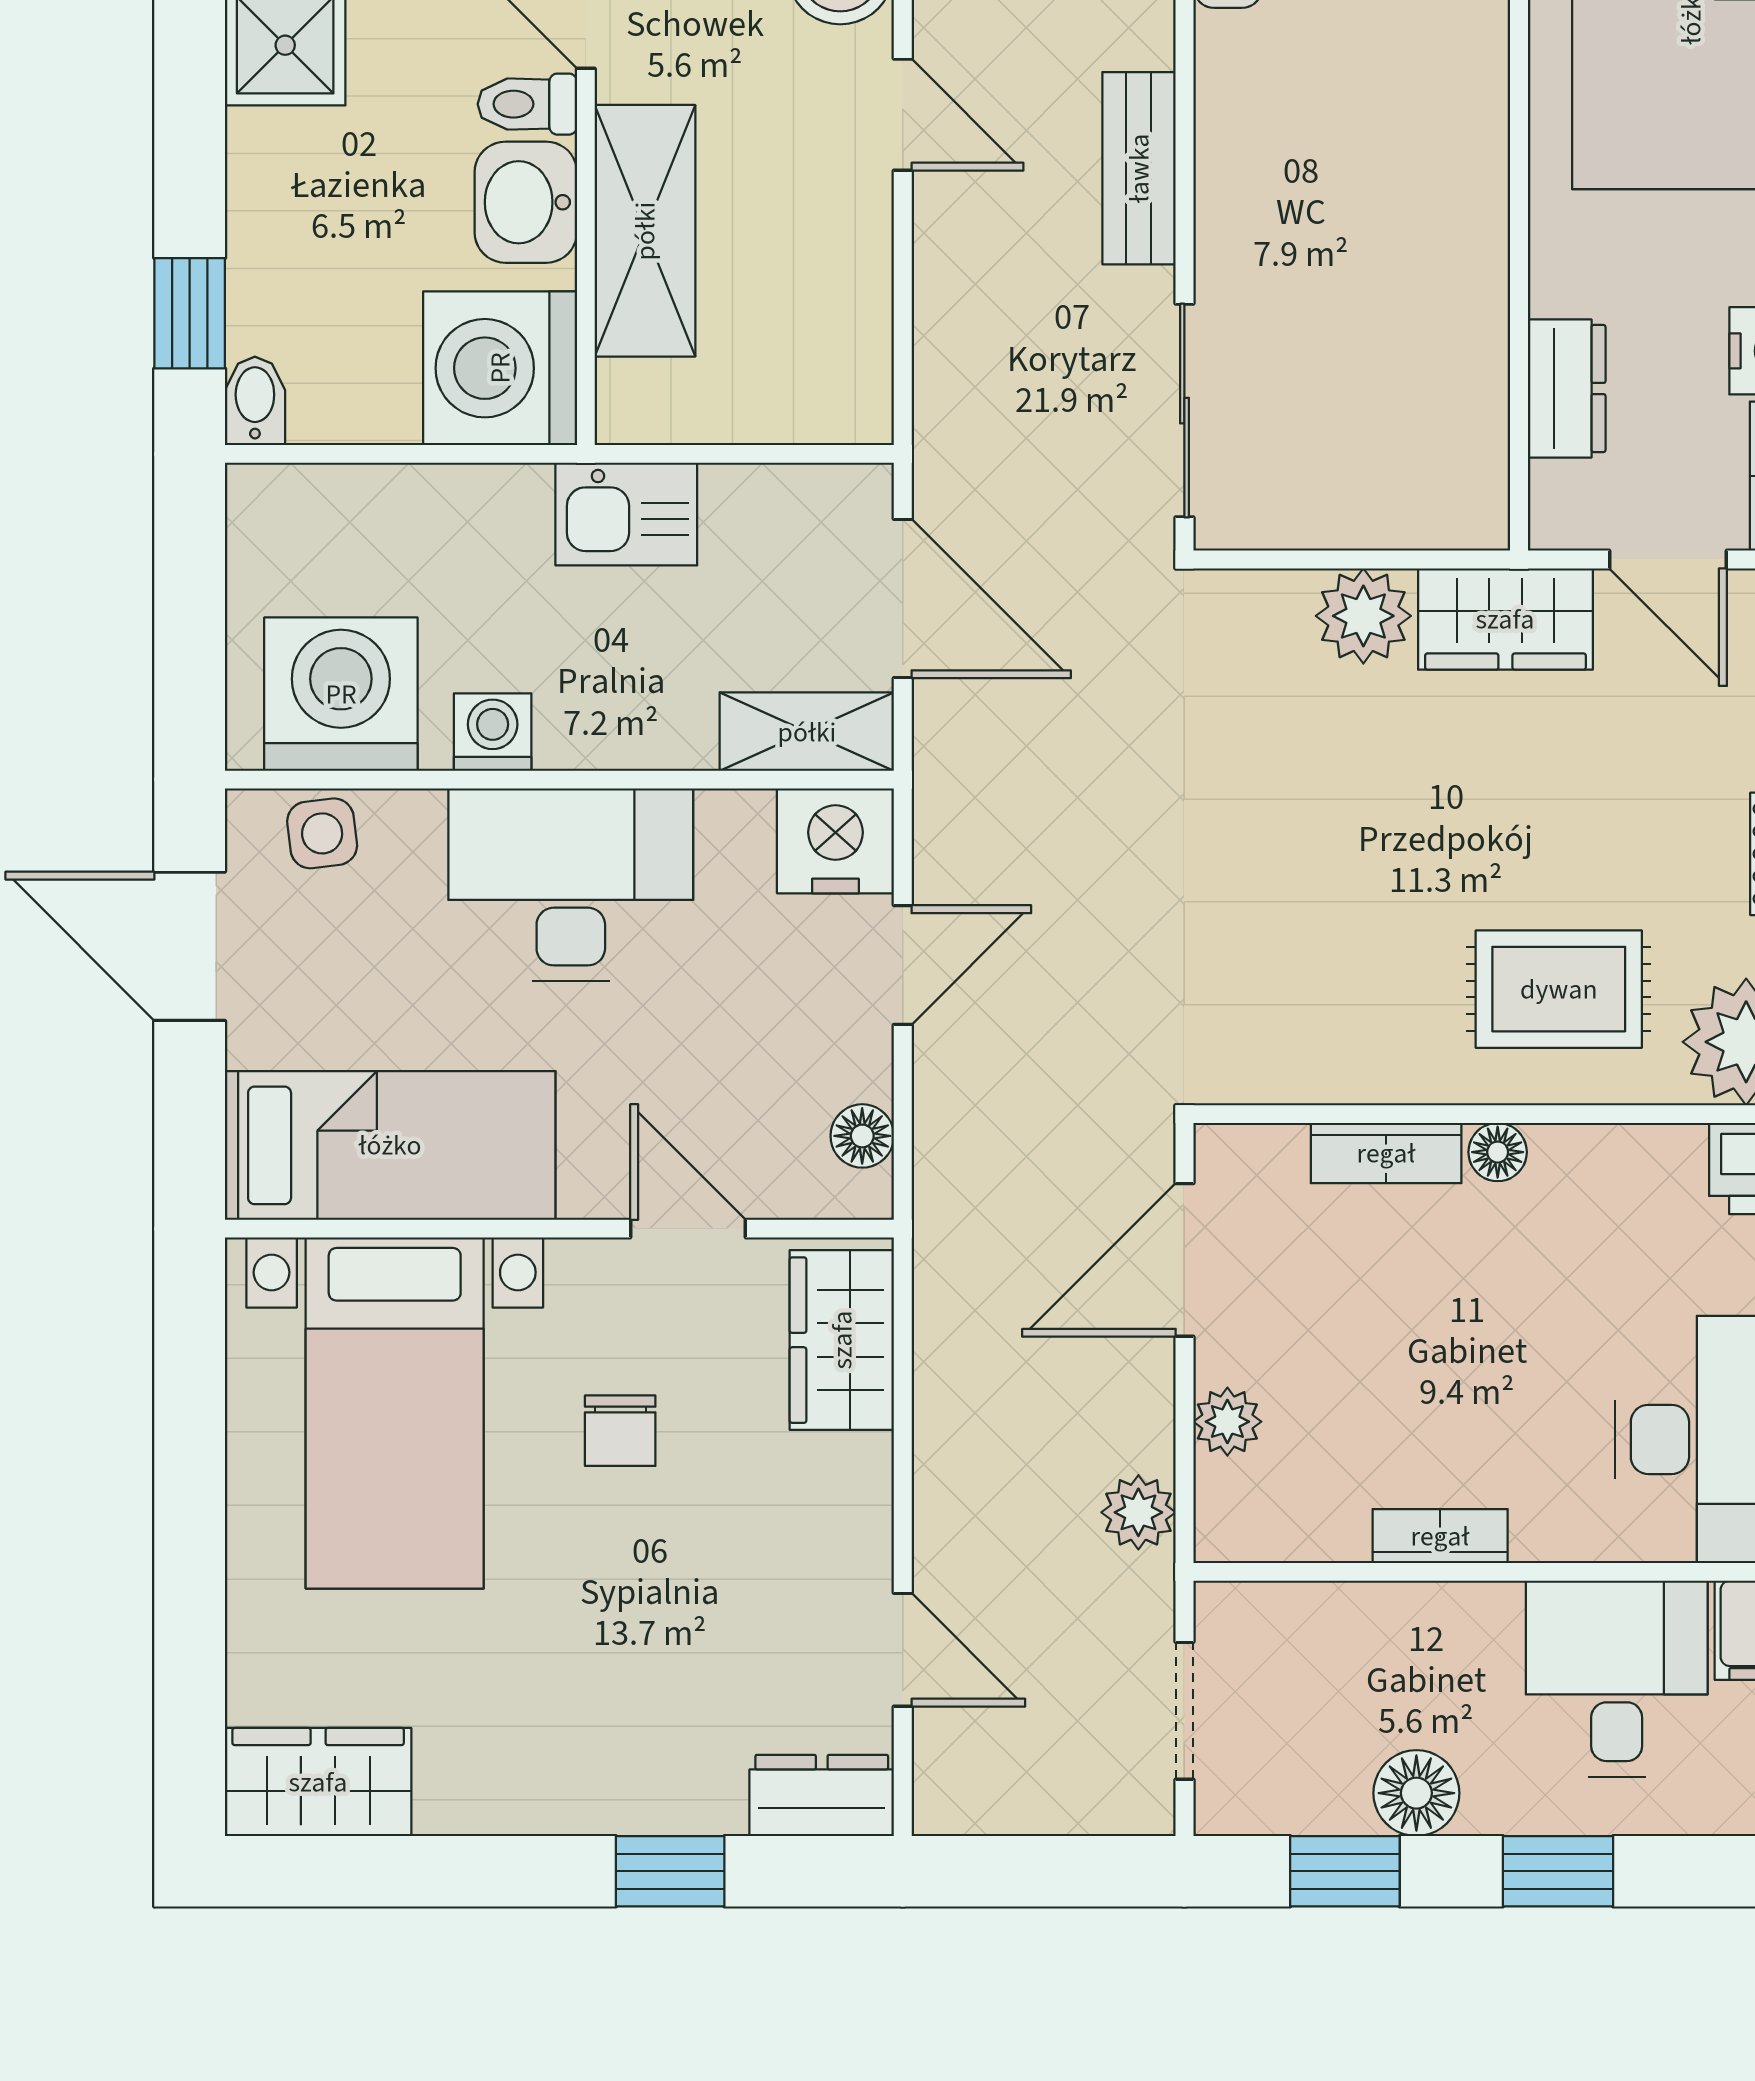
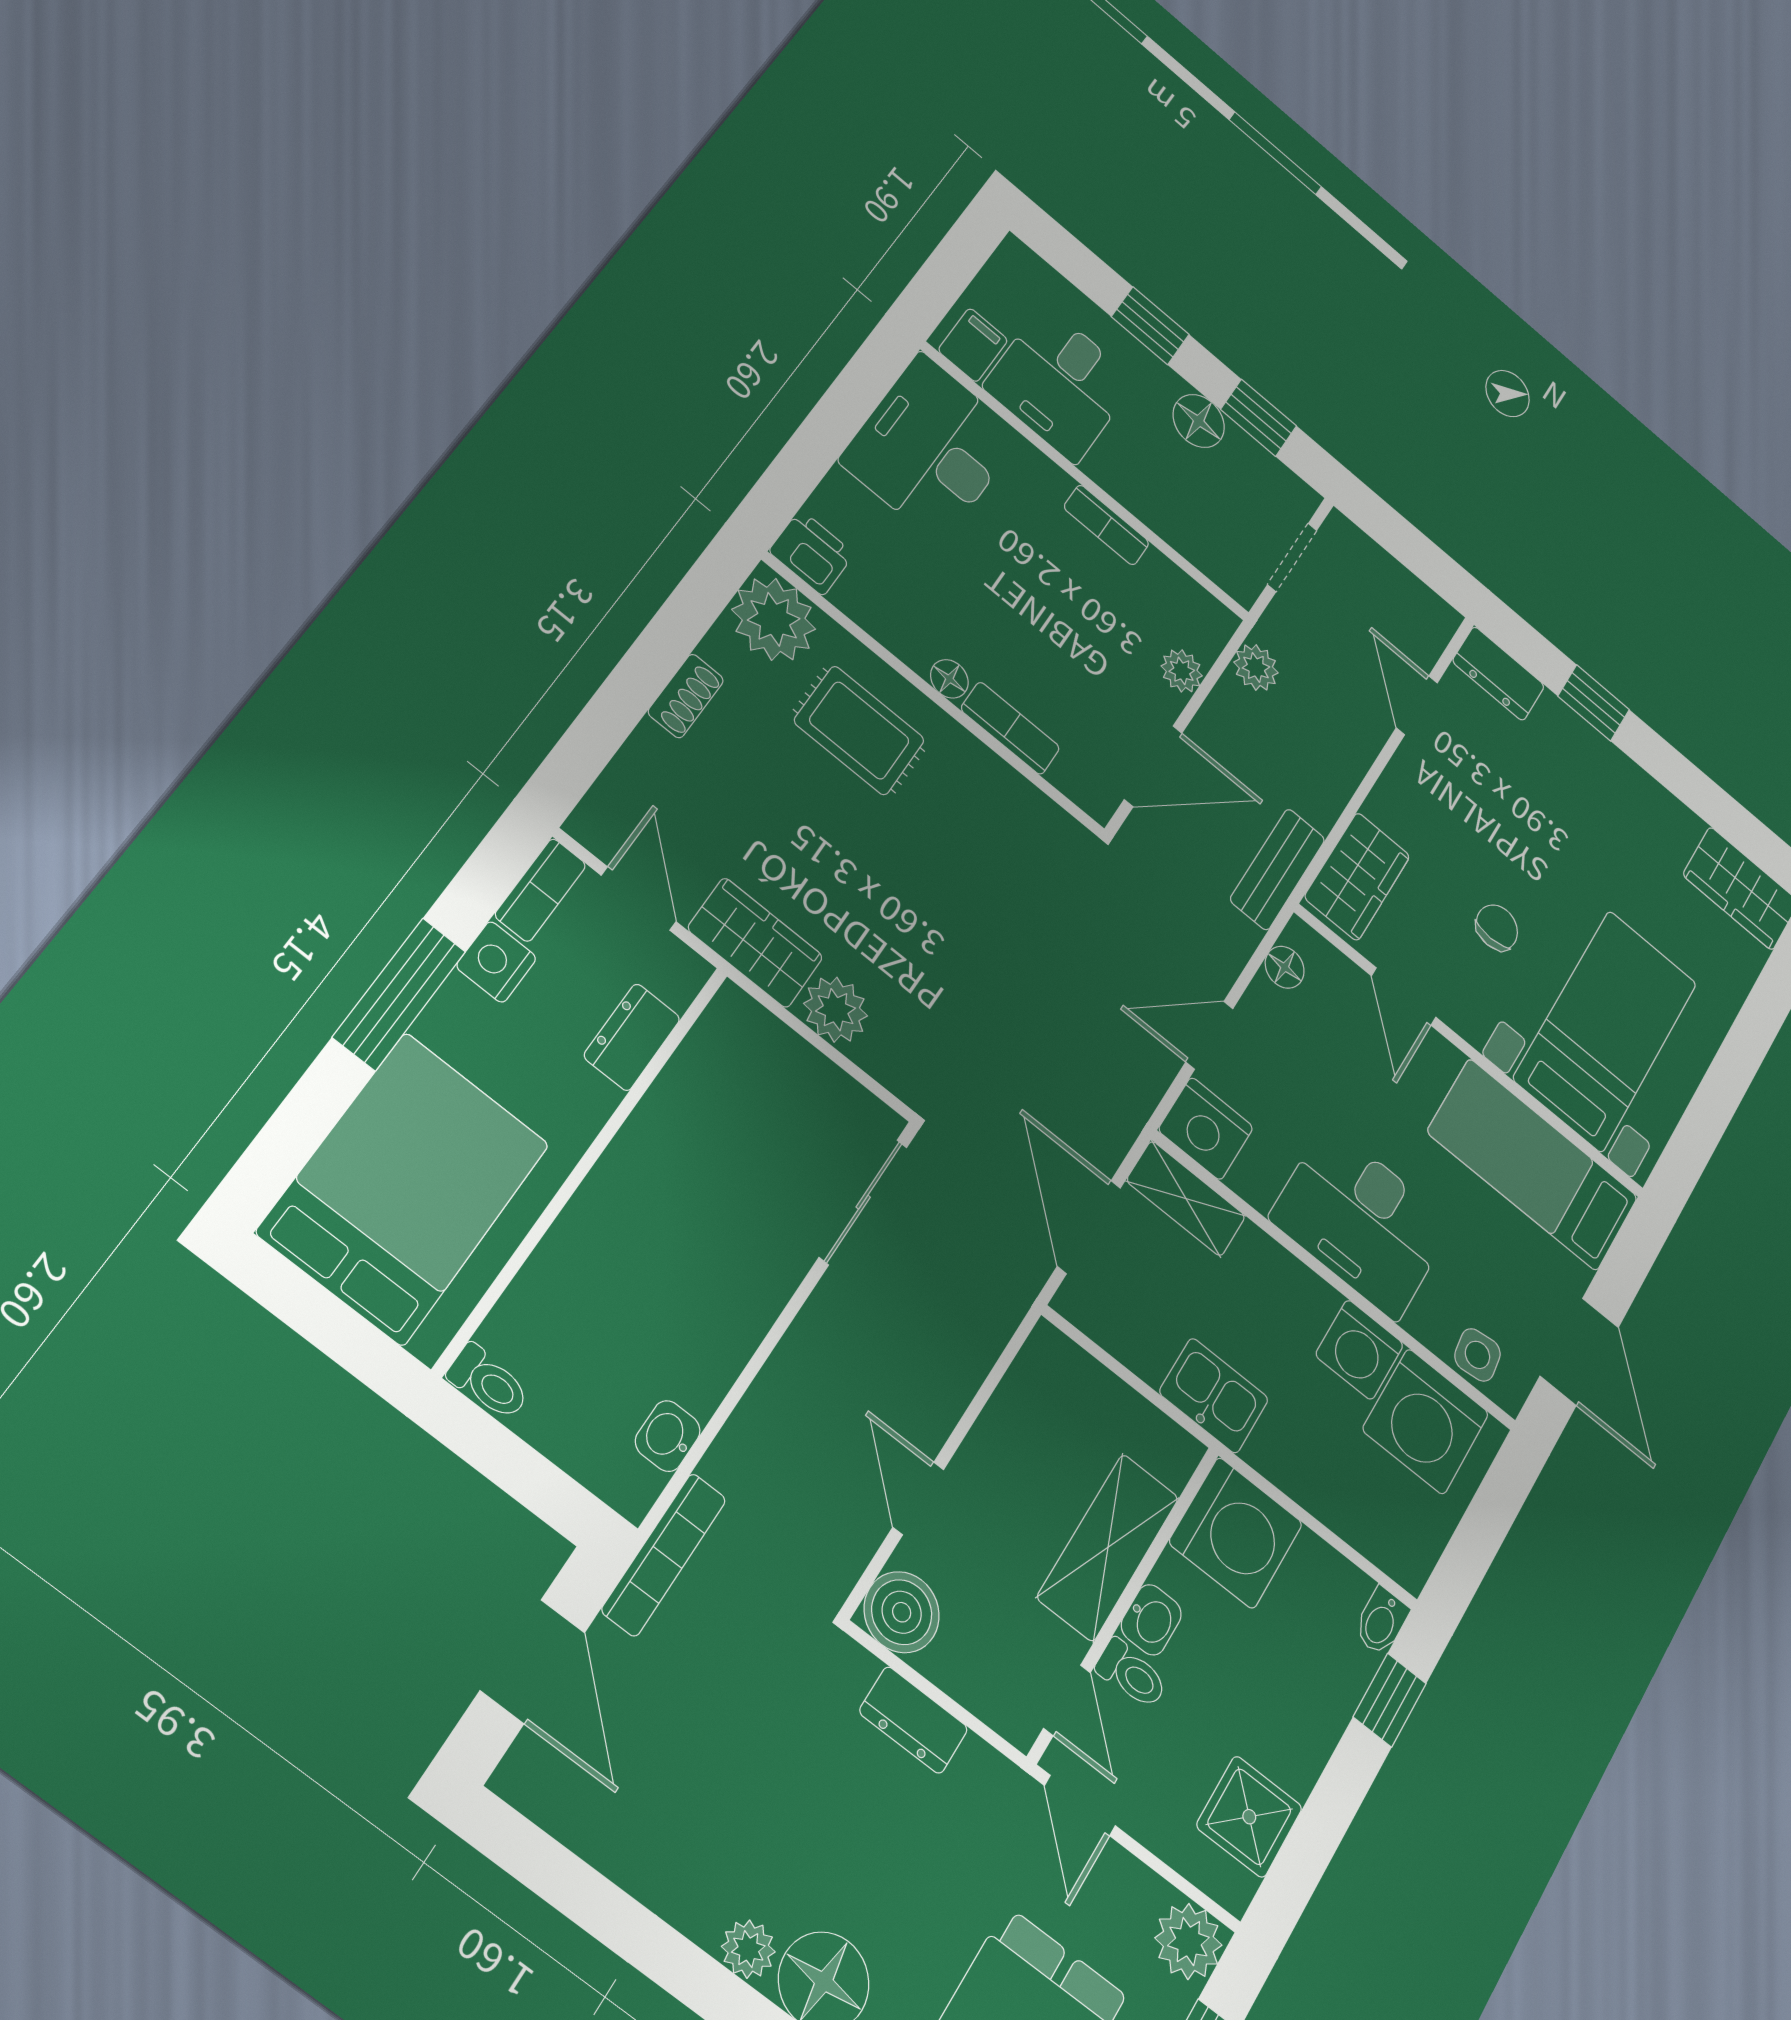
bench: (1139, 168) -> (1278, 869), moved
washbasin: (526, 202) -> (1151, 1620), width x0.72, depth x0.69
washing machine: (493, 732) -> (1359, 1350), width x1.38, depth x1.38

